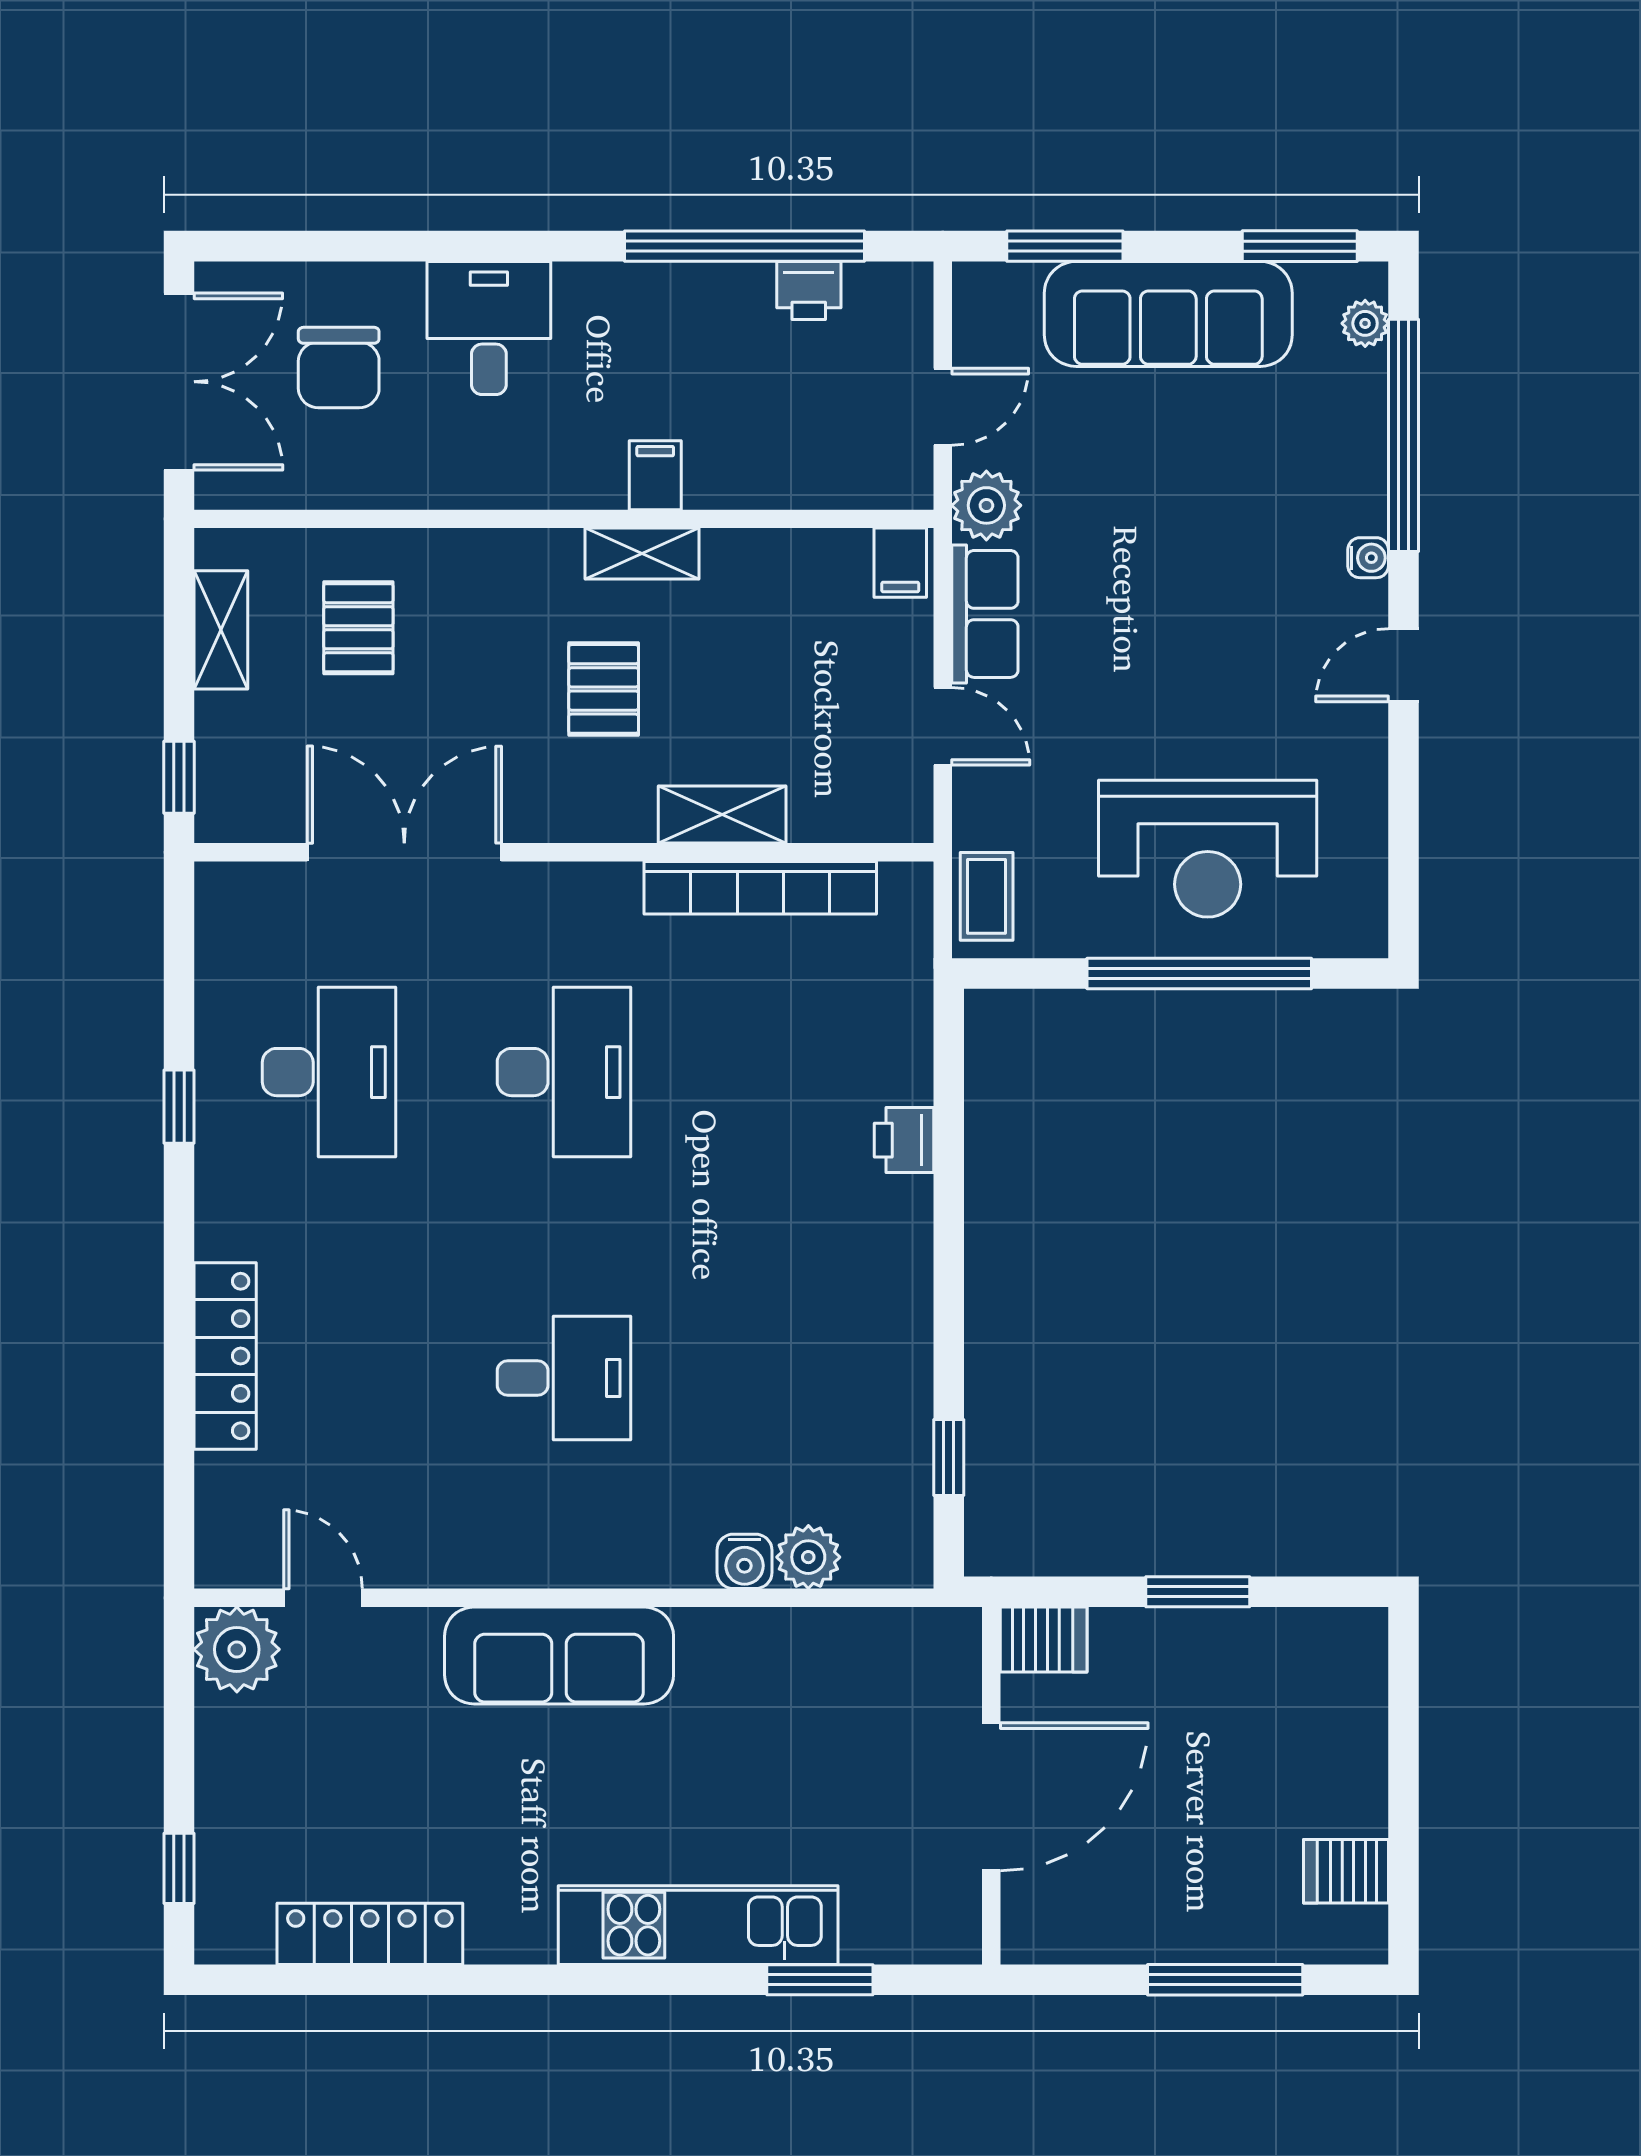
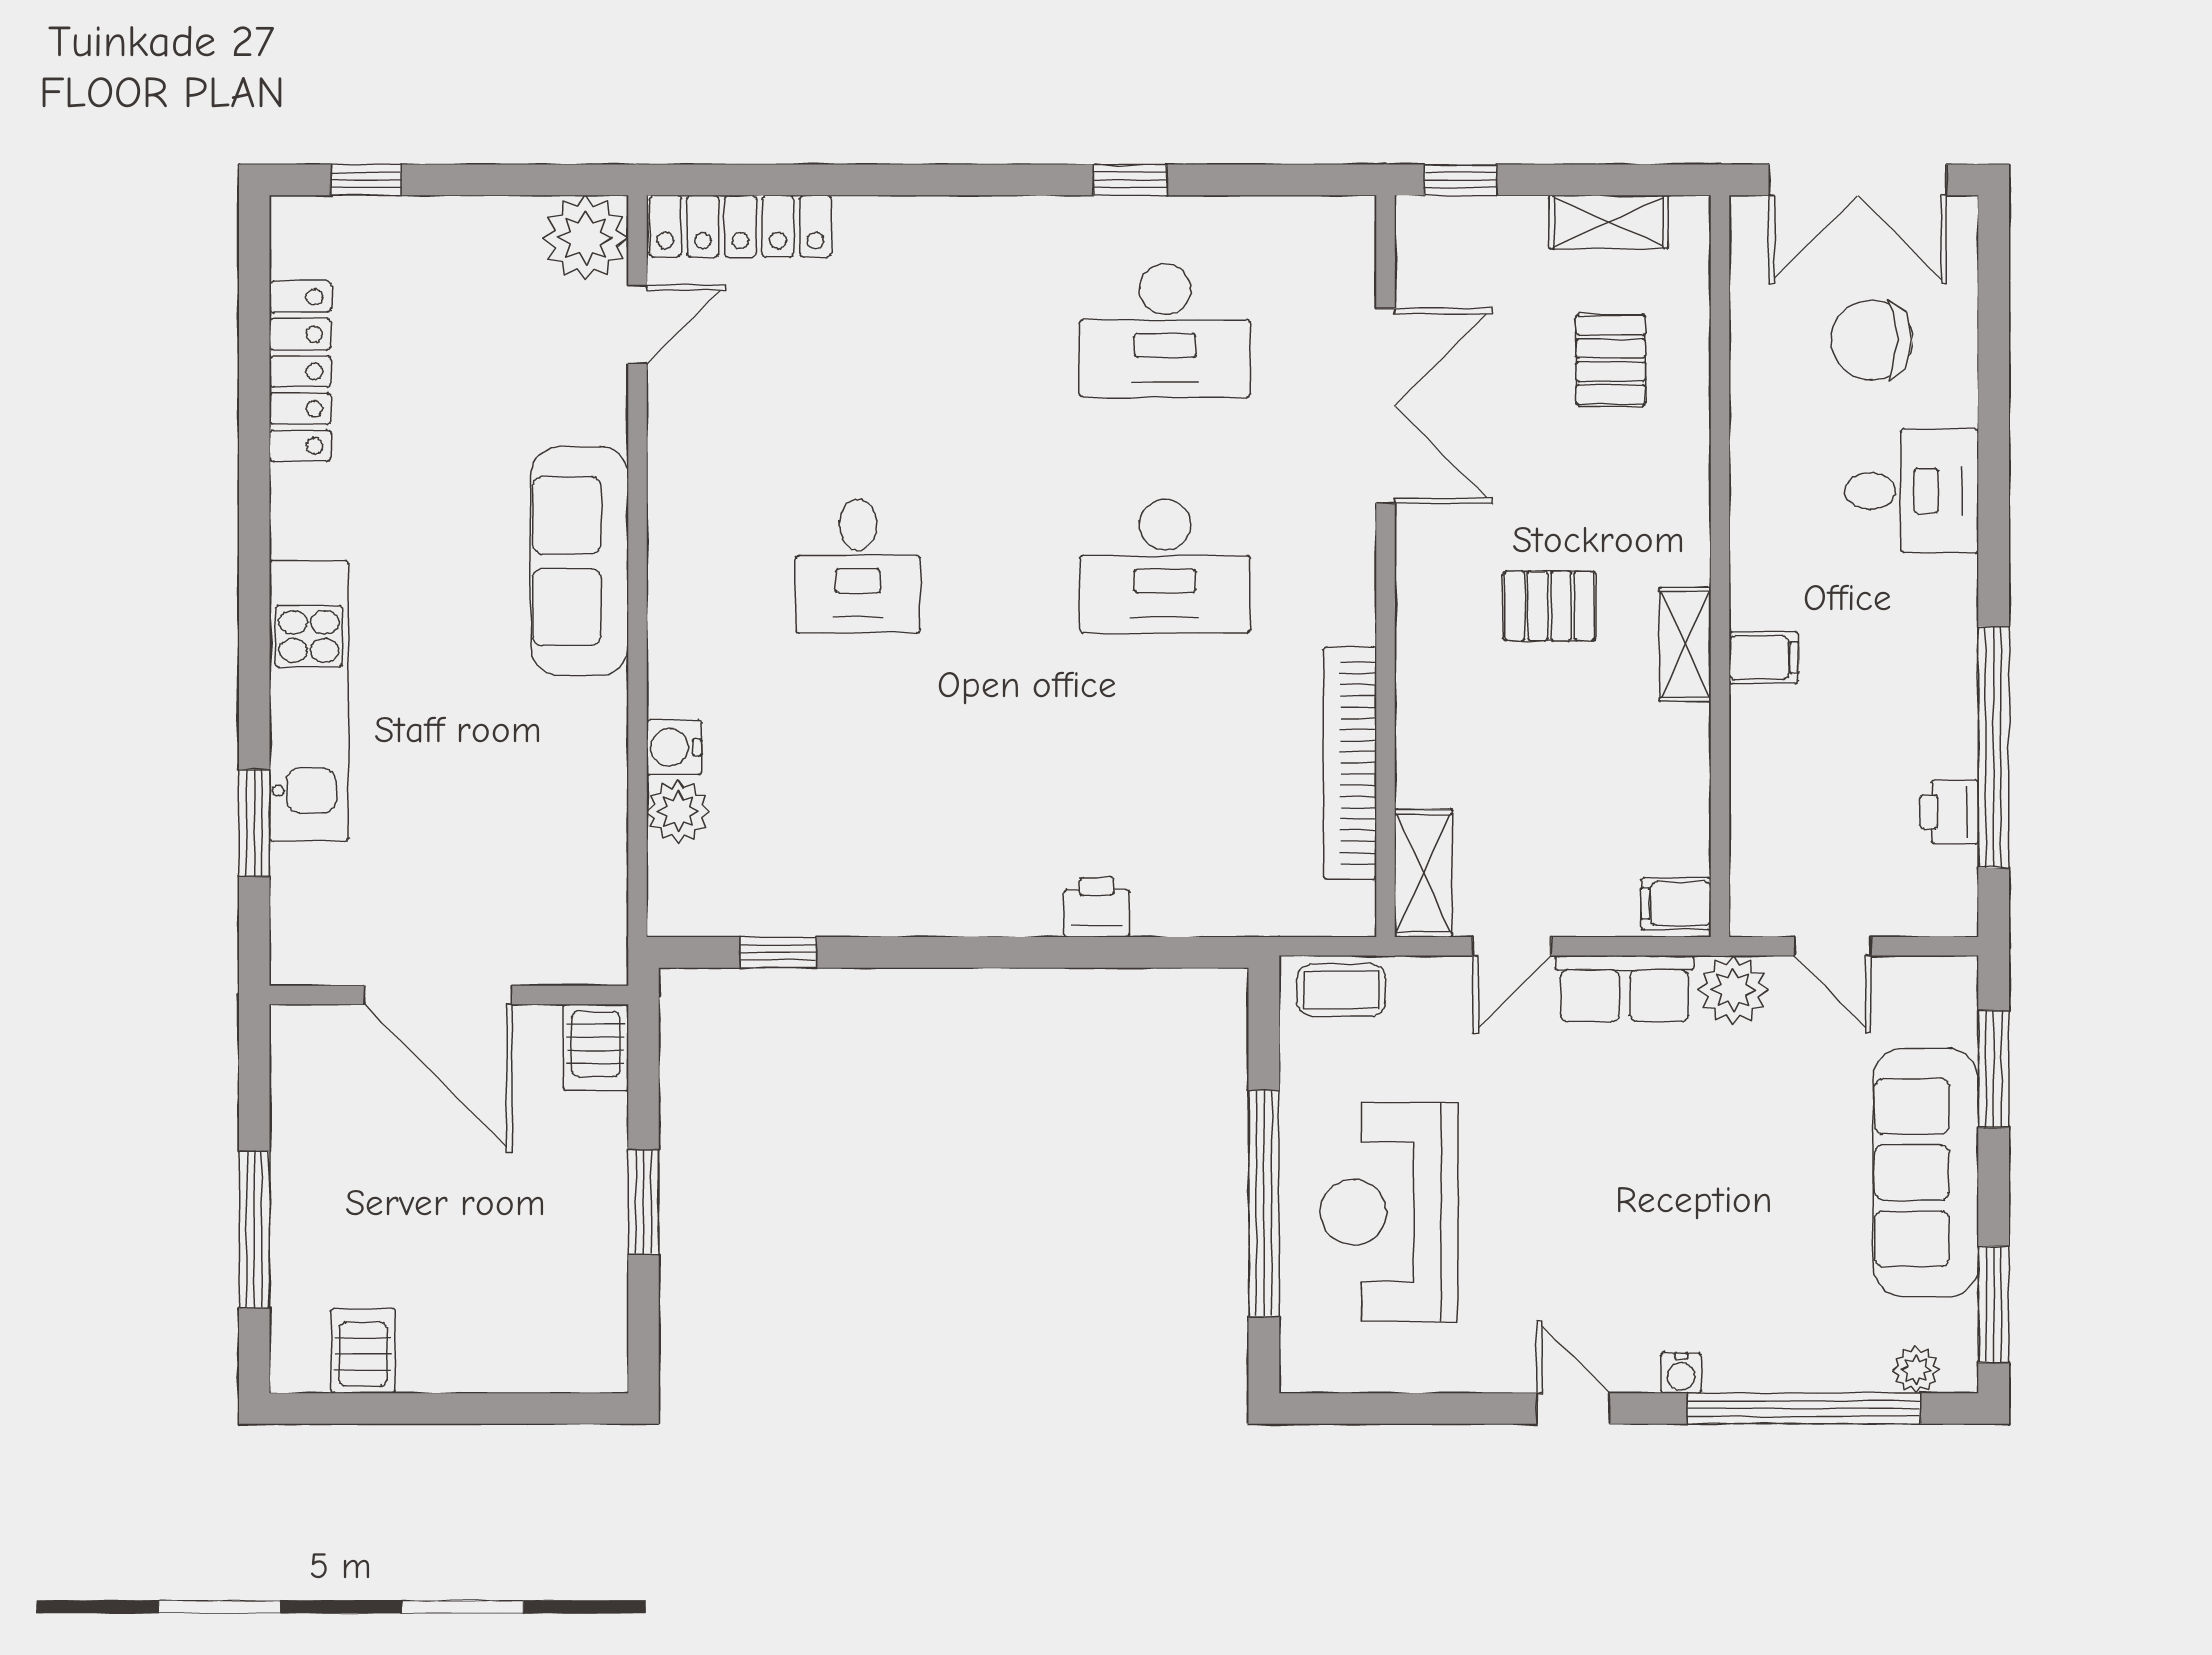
pallet: (358, 628) -> (1611, 360), turned 90
shelving: (722, 814) -> (1423, 873), moved
locker: (225, 1356) -> (740, 226), moved

